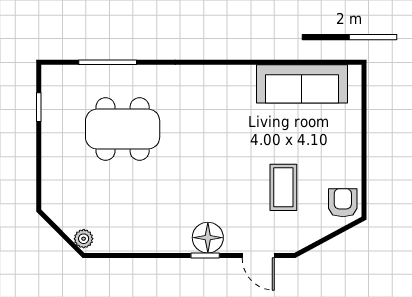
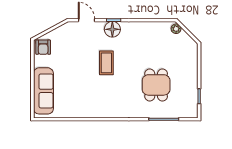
sofa: (302, 84) -> (43, 91), moved, turned 90
dining table: (123, 129) -> (156, 85), width x0.73
coffee table: (283, 187) -> (106, 63), moved

